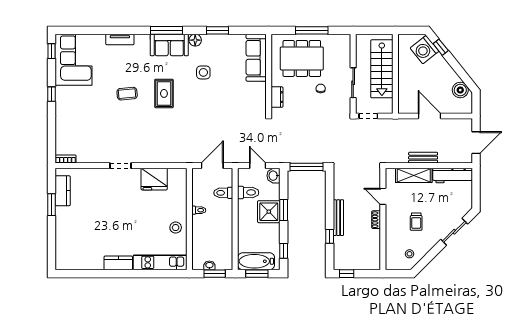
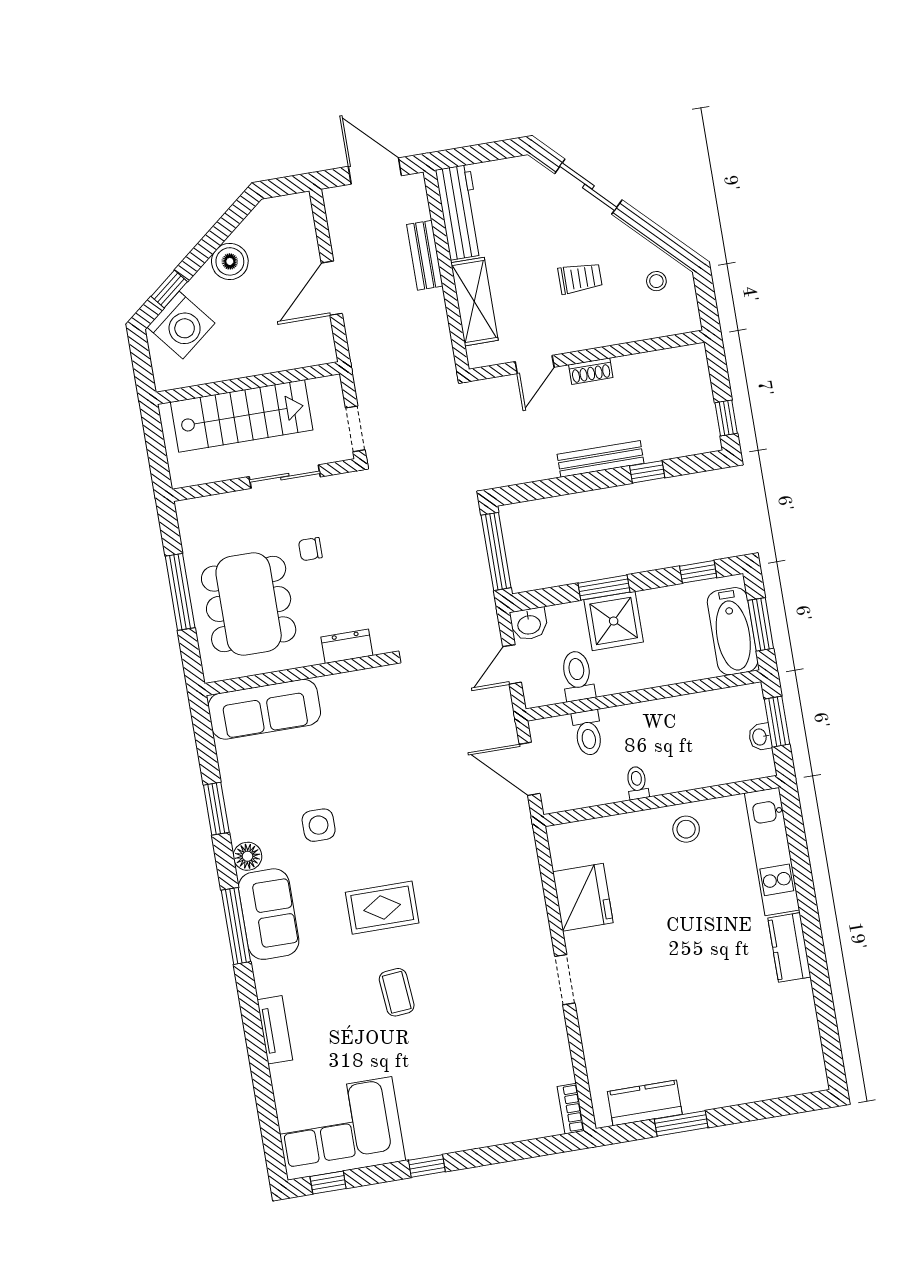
boiler: (460, 90) -> (230, 261), moved
bench: (423, 158) -> (425, 255), moved

